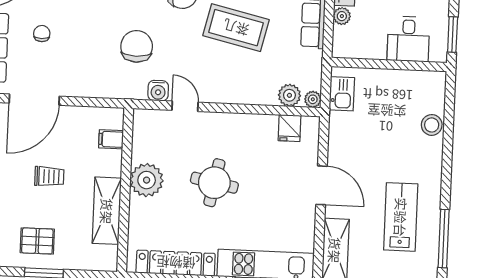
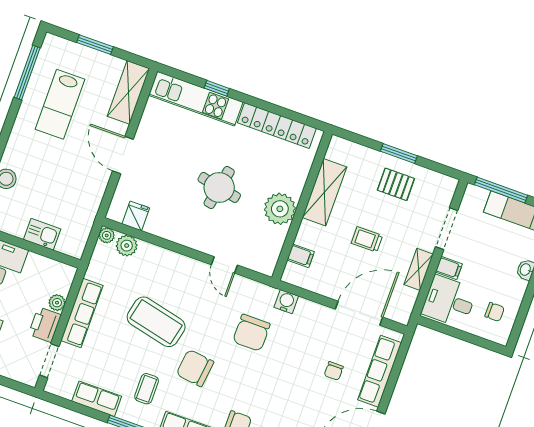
water cooler: (158, 91) -> (286, 302), moved
kitchen sink: (342, 94) -> (42, 234), moved, turned 90

